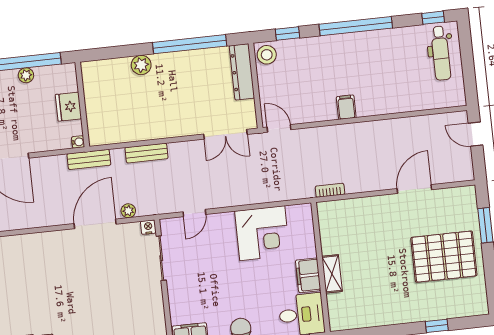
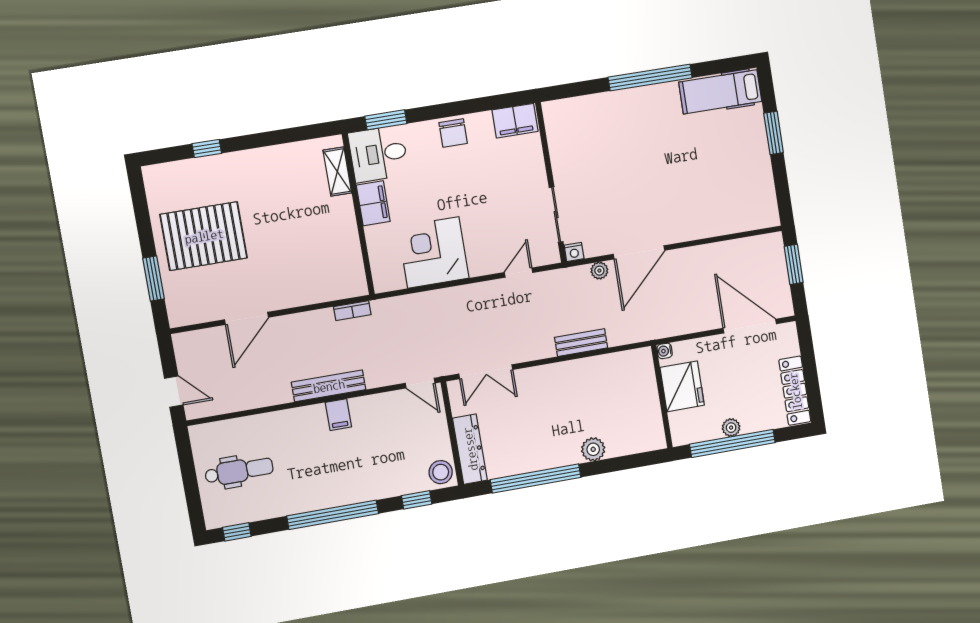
dental chair: (441, 53) -> (239, 471), moved, turned 90
fridge: (68, 107) -> (682, 386), width x1.36, depth x1.34
double door: (225, 134) -> (486, 372), swing flipped
bench: (89, 159) -> (329, 386), moved, width x1.36
shelving: (332, 274) -> (337, 172), moved

